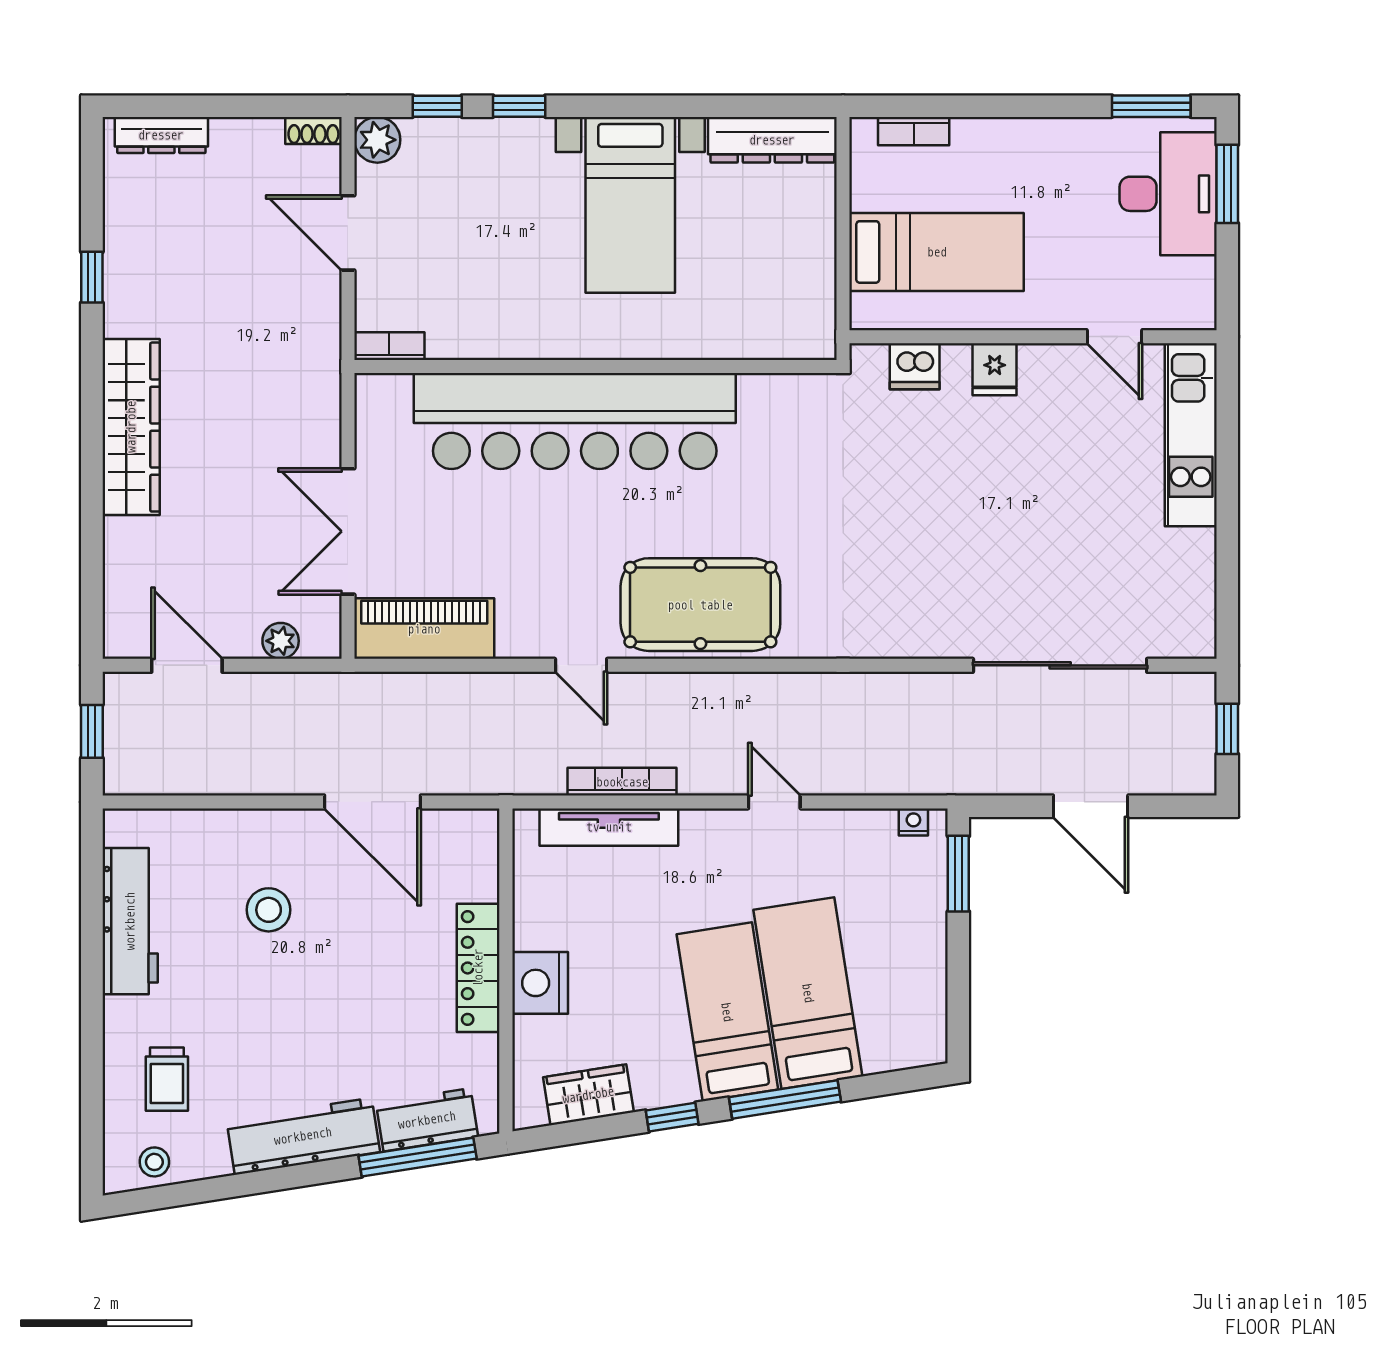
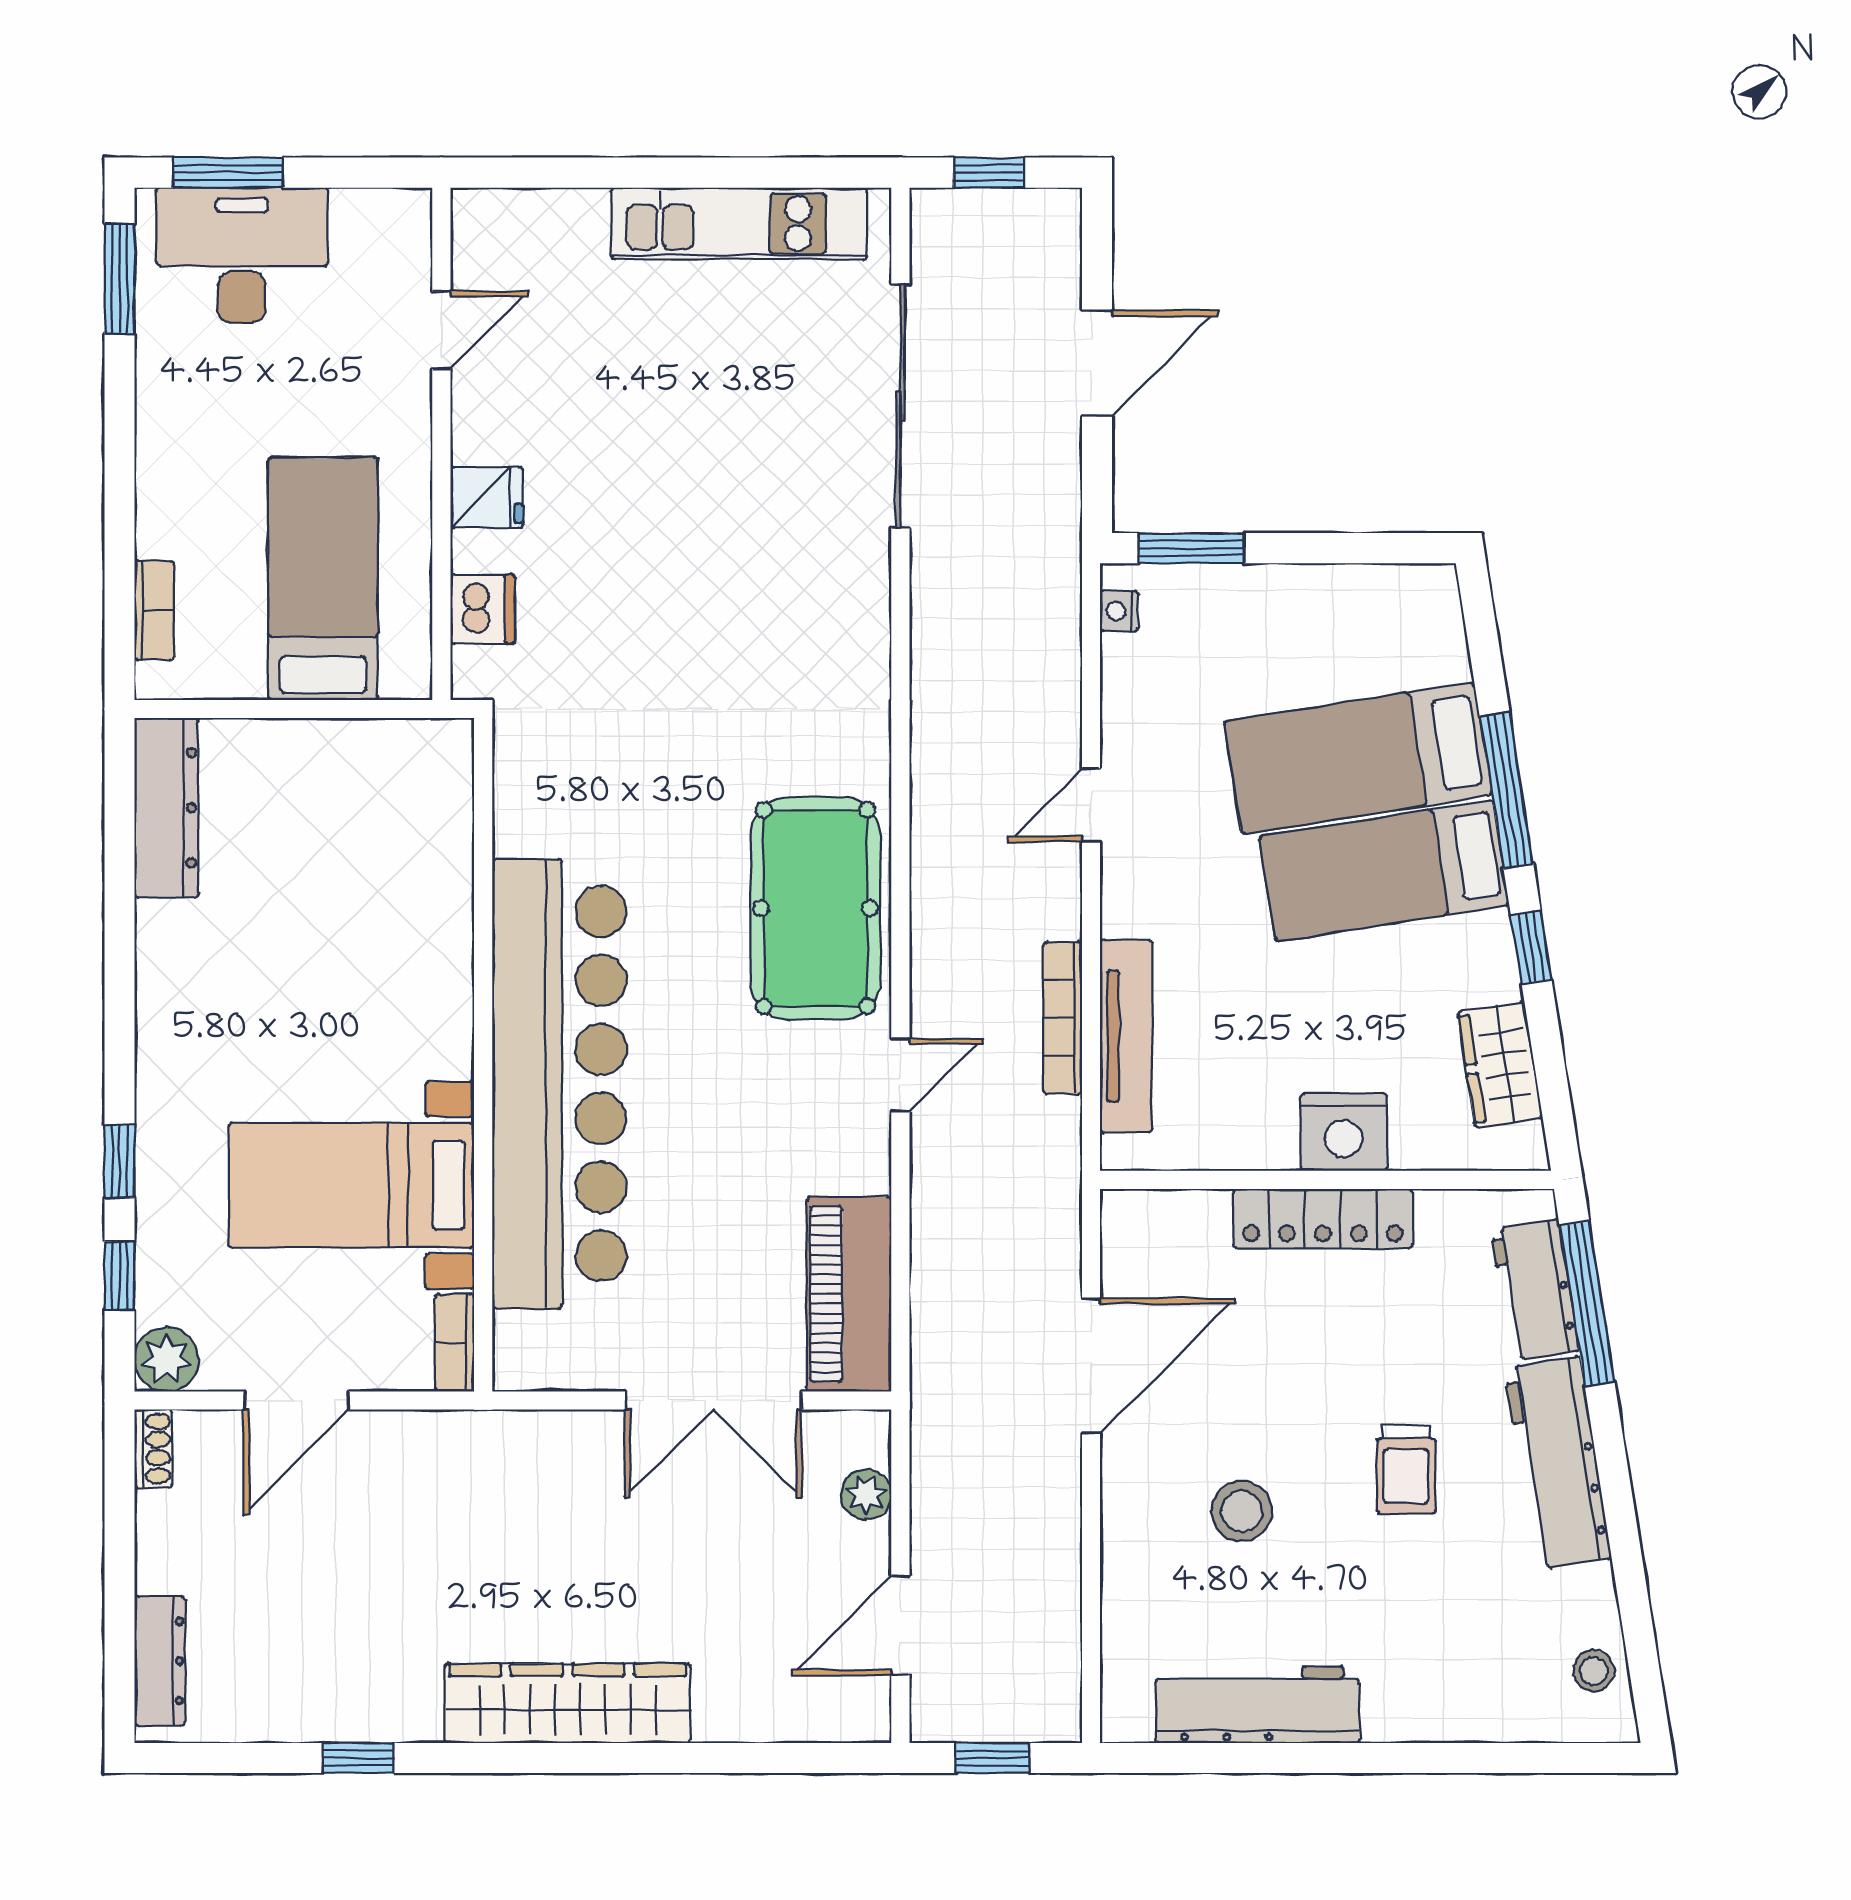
bed with nightstands: (630, 205) -> (351, 1185), moved, turned 180
kitchen unit: (1191, 435) -> (739, 224), moved
trolley: (167, 1079) -> (1406, 1470), moved, turned 90

